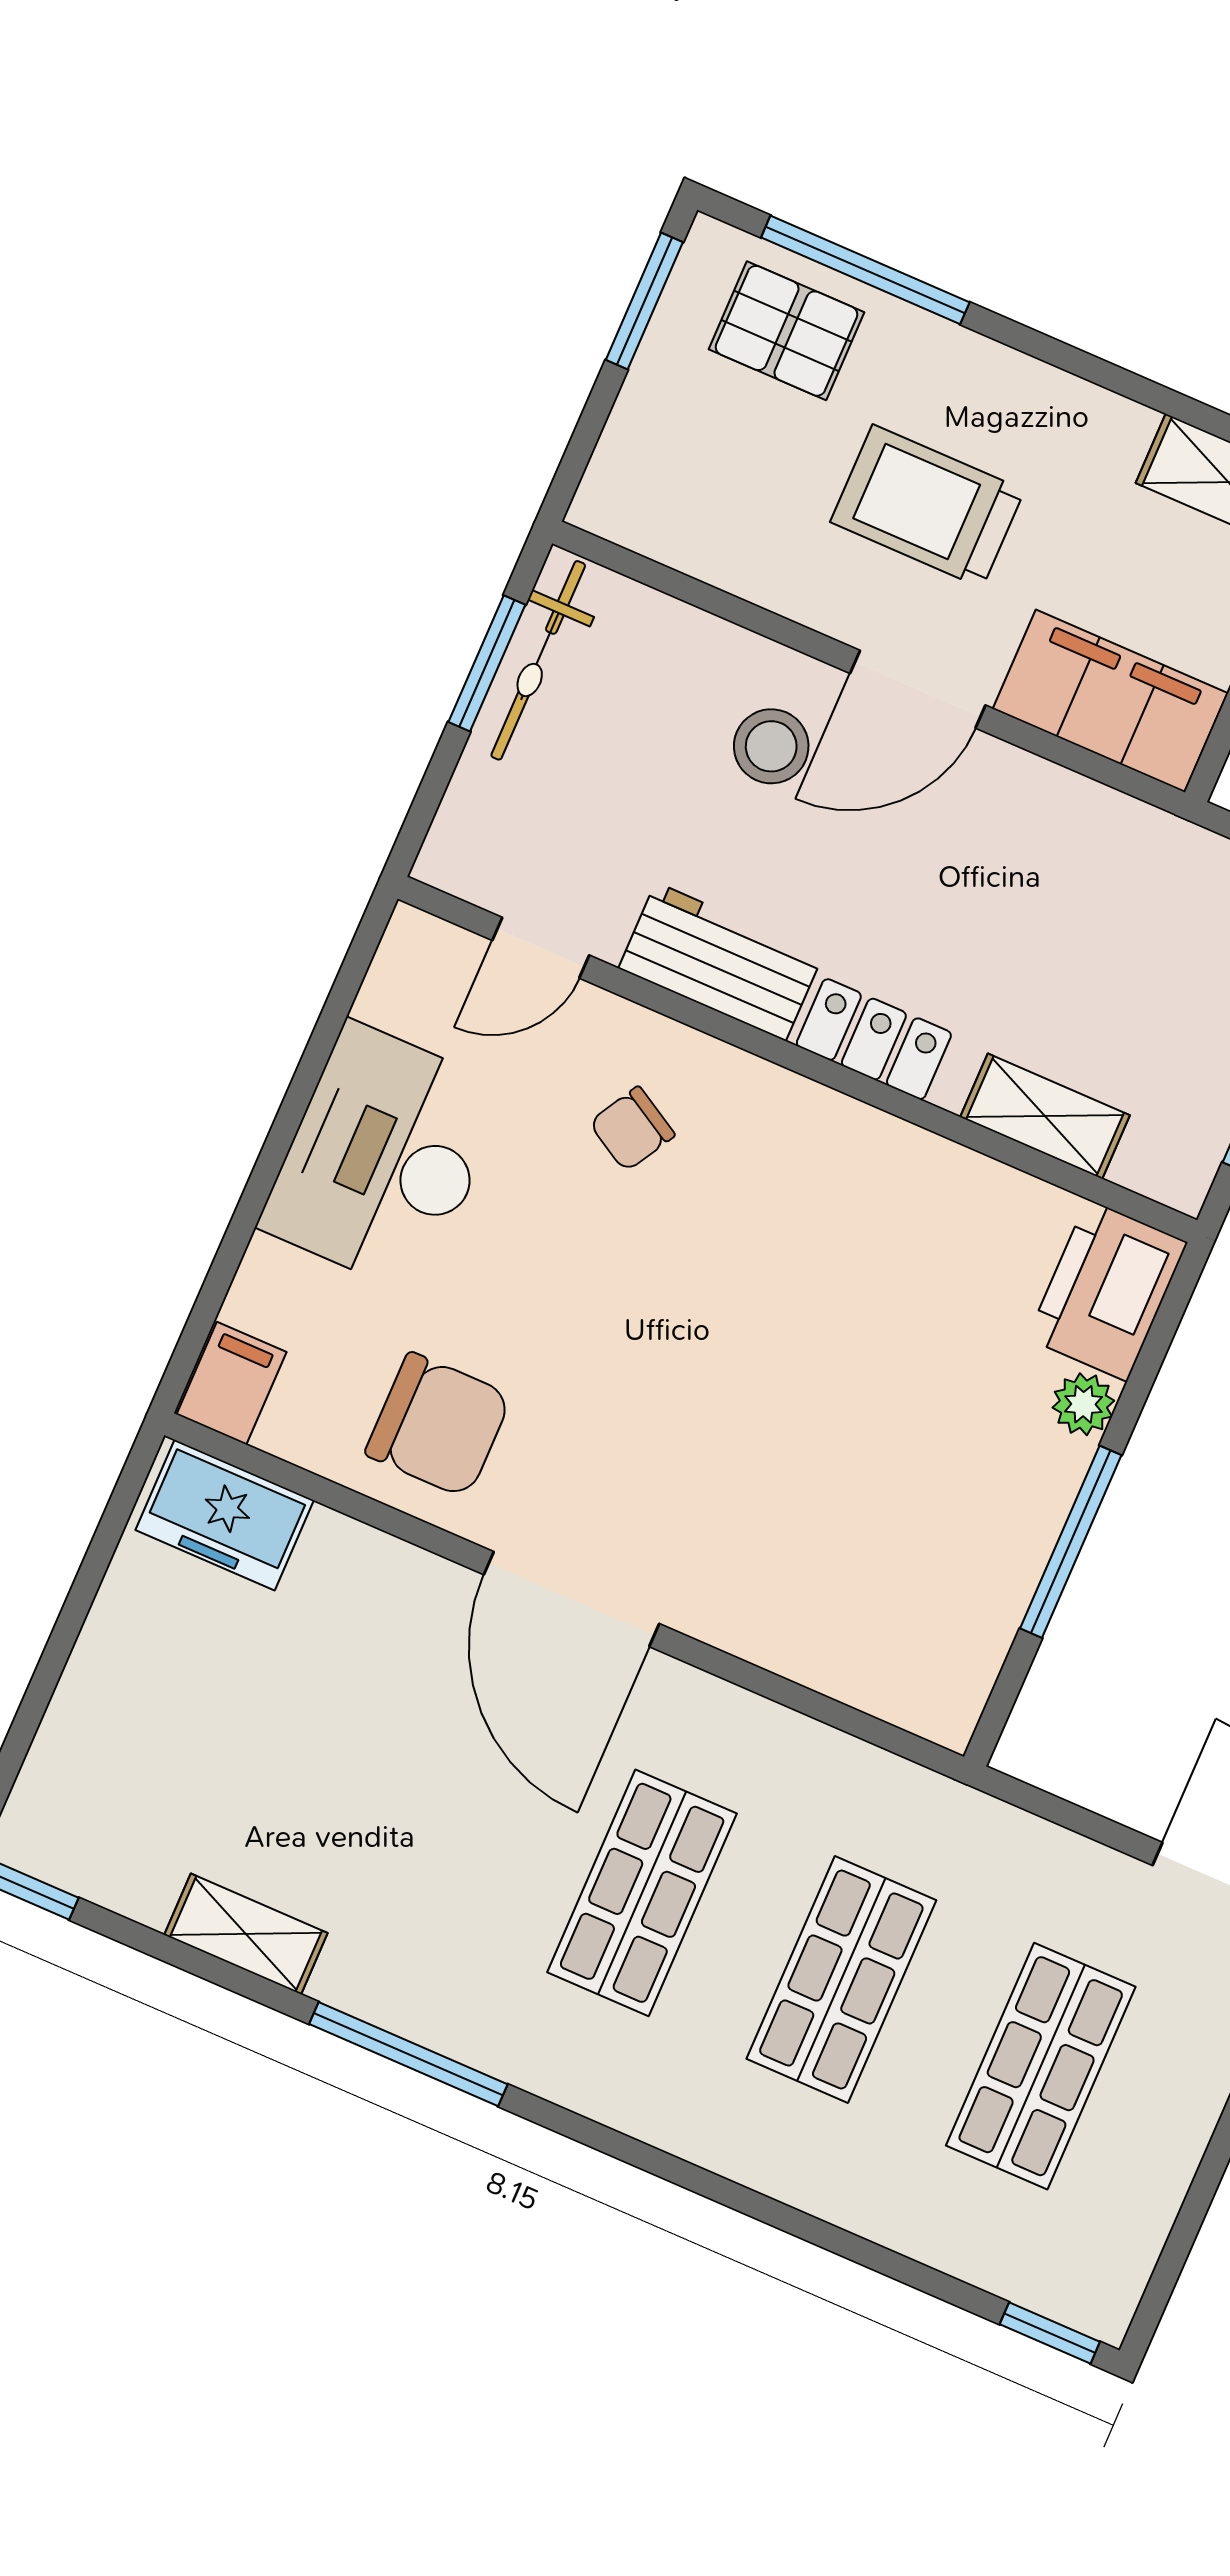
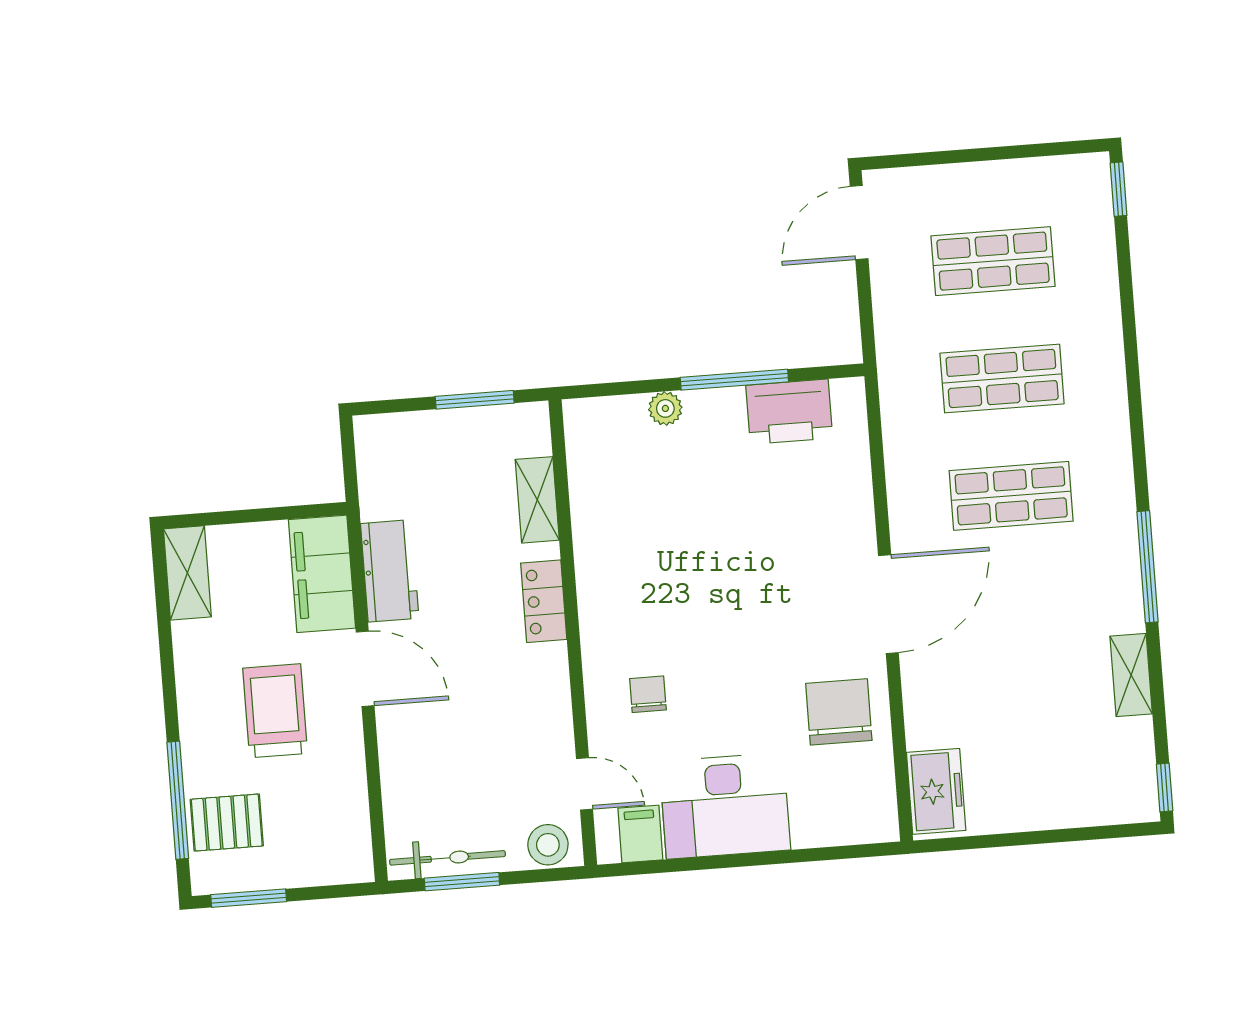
pallet: (786, 331) -> (227, 823), turned 90
trolley: (927, 506) -> (275, 711), turned 180
stool: (771, 746) -> (548, 845), moved
workbench: (721, 962) -> (390, 571), moved, turned 180
chair: (632, 1129) -> (648, 694), turned -120
printer: (1107, 1290) -> (789, 412), moved
filing cabinet: (232, 1383) -> (640, 834), moved, turned 90

